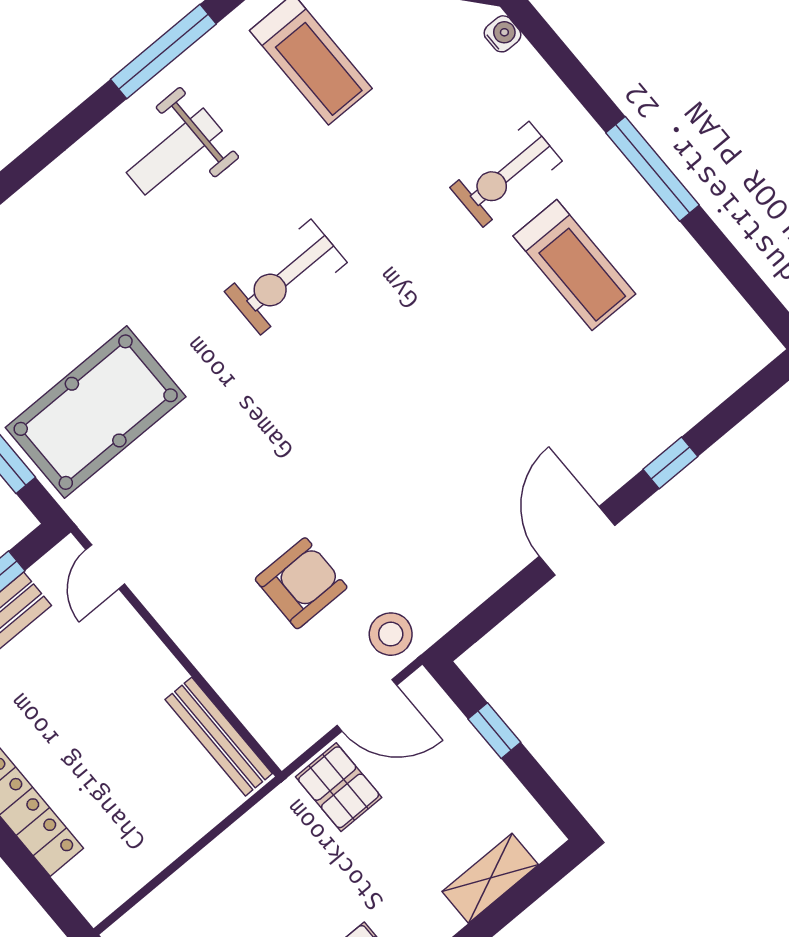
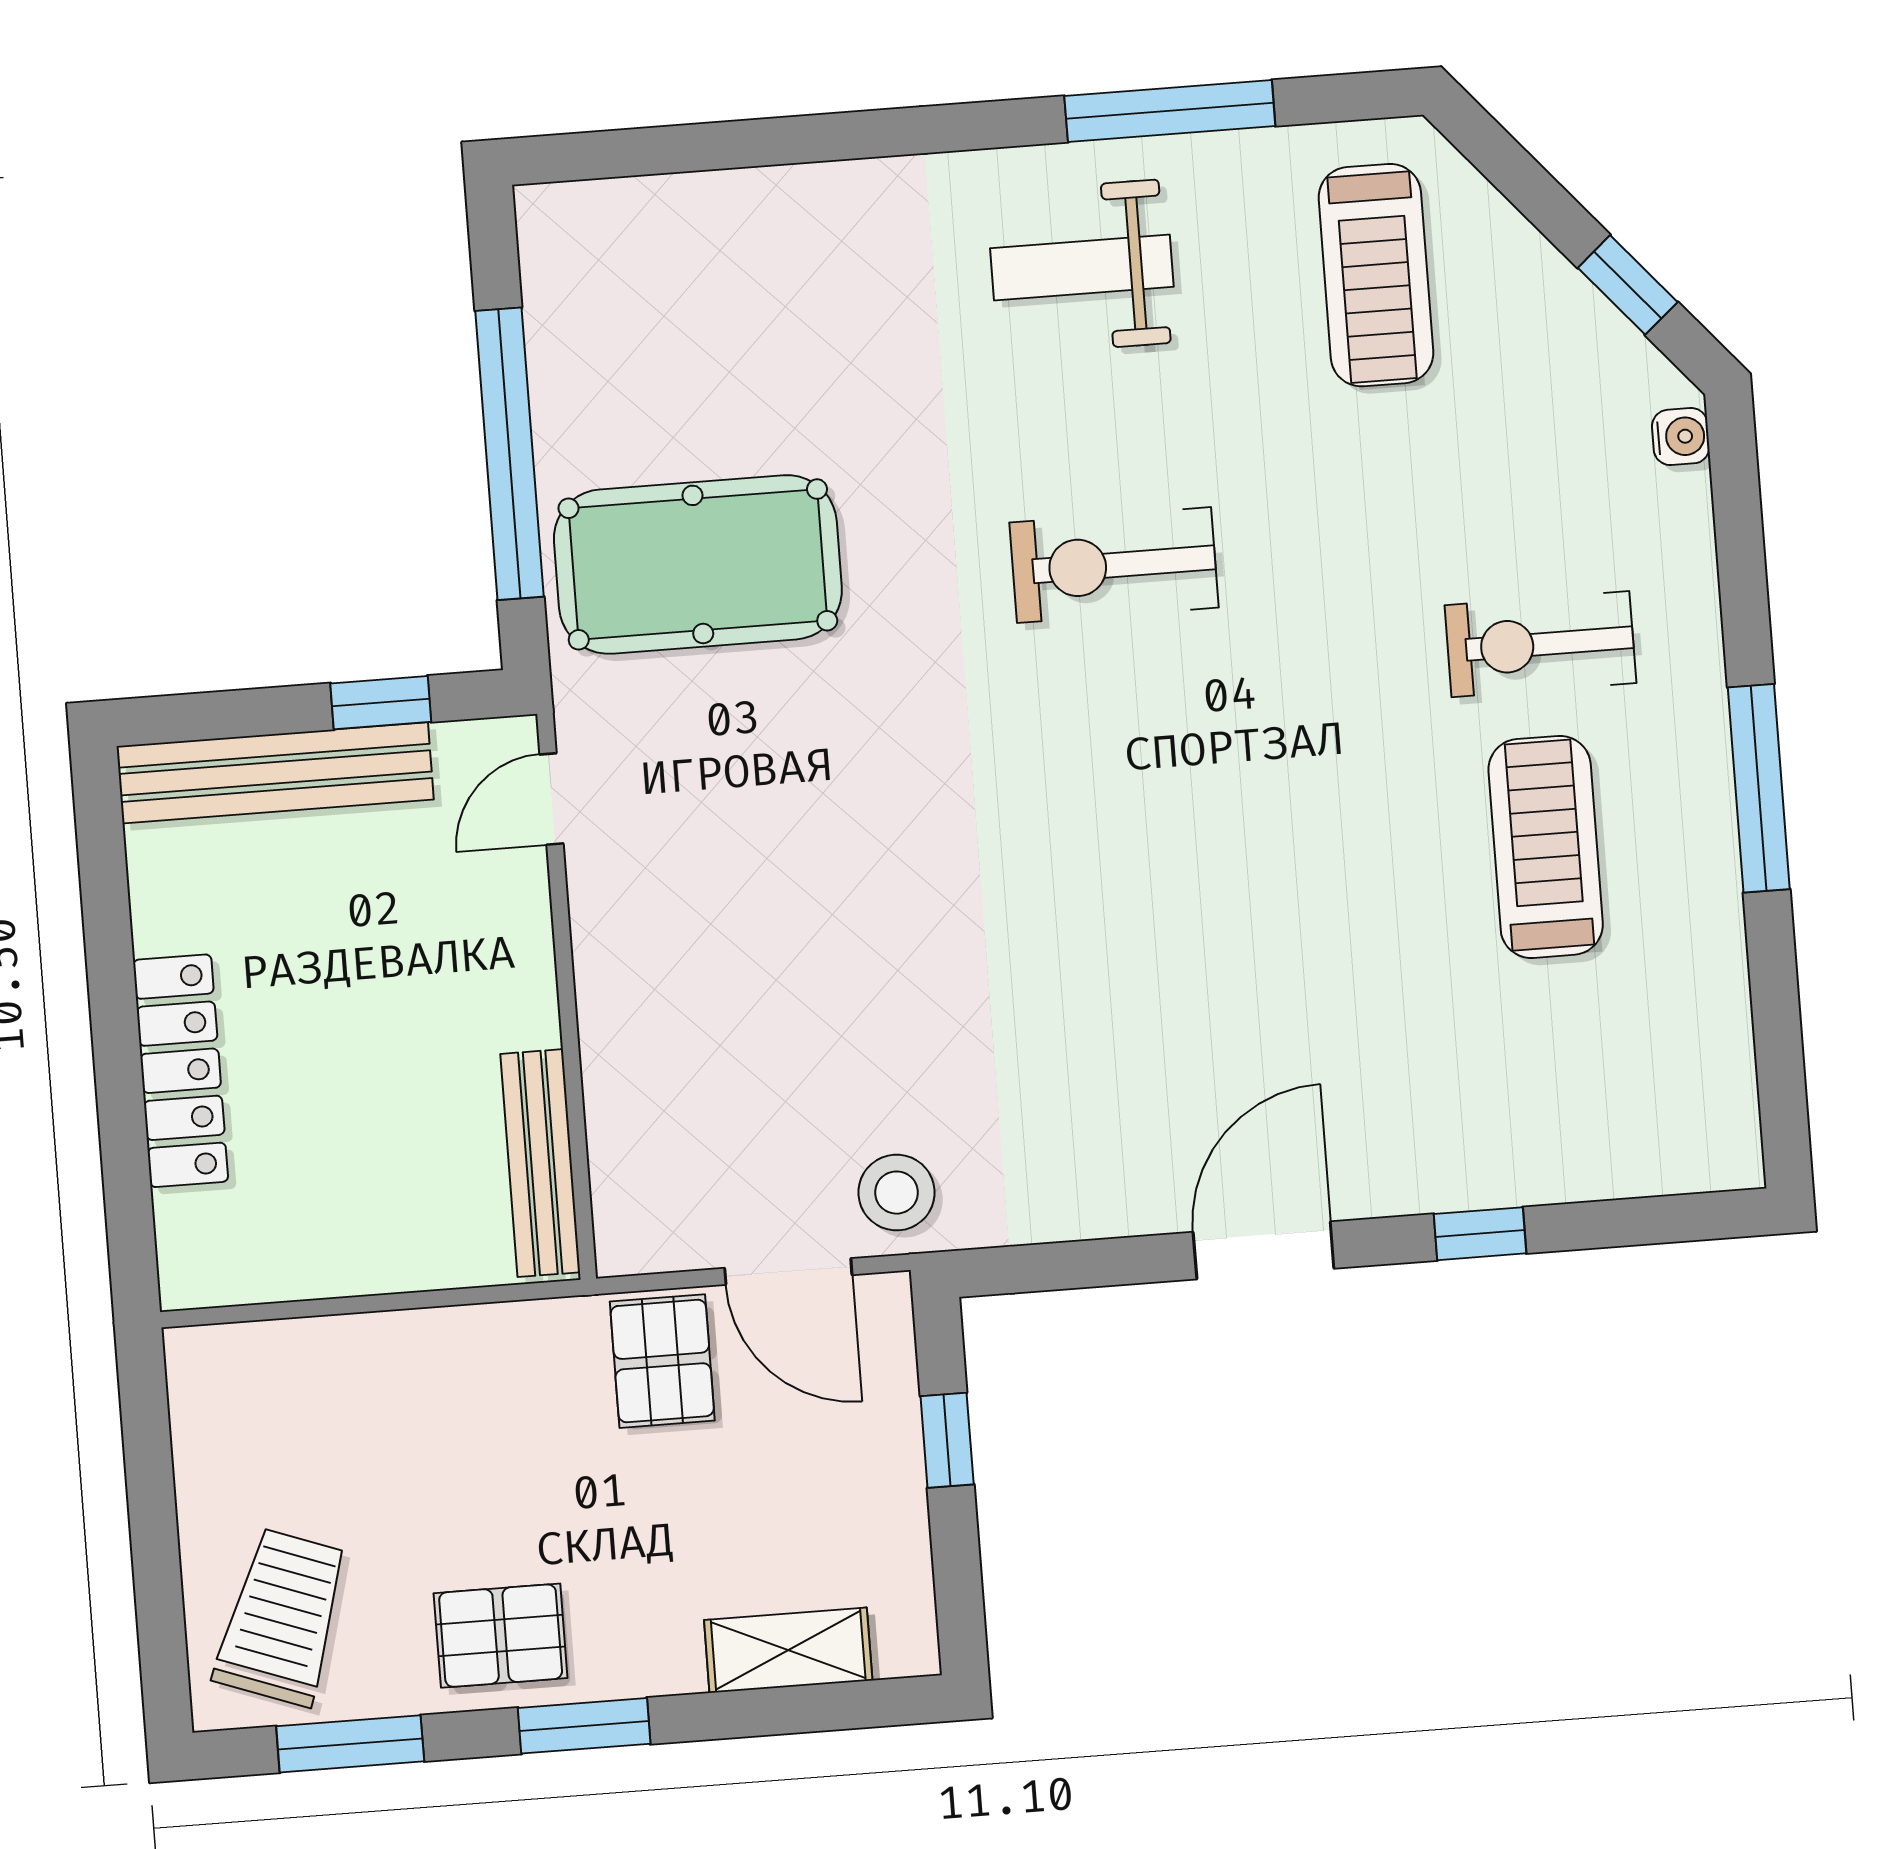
treadmill: (574, 265) -> (1546, 847), turned 180
armchair: (301, 583) -> (819, 1026), removed

